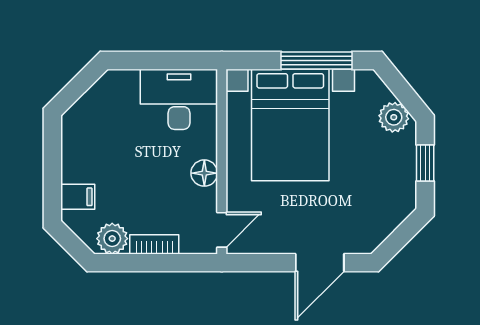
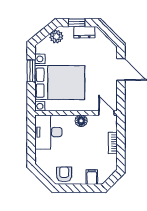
window: (317, 61) -> (31, 71), width x0.69
armchair: (84, 135) -> (64, 174), added
dresser: (403, 180) -> (84, 32), added
plant: (112, 239) -> (110, 162), removed

